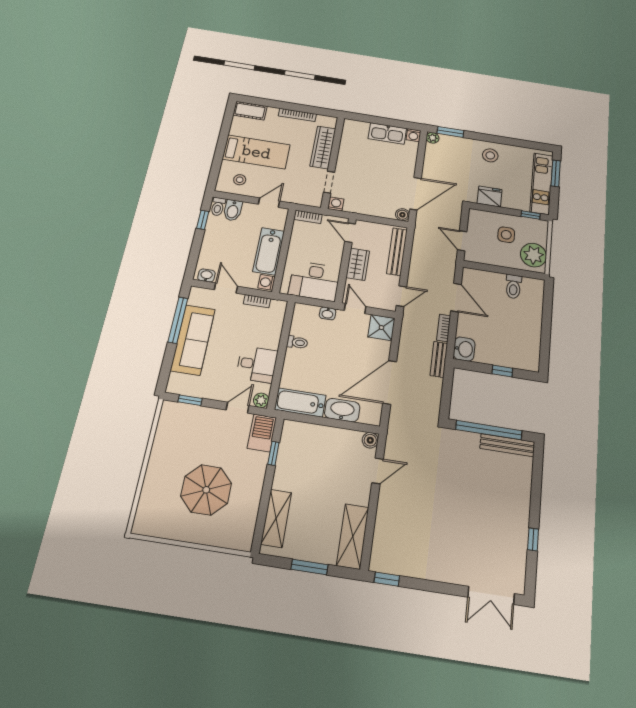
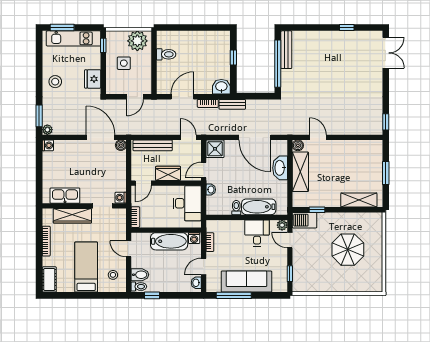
kitchen sink: (387, 133) -> (65, 196), moved, turned -90
bathtub: (300, 402) -> (259, 207), moved, turned 90
shelving: (353, 536) -> (300, 172), moved, turned 90

